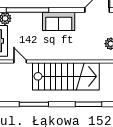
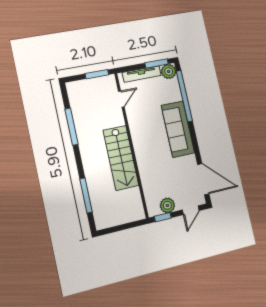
sofa: (59, 21) -> (178, 129), width x1.36
stairs: (66, 76) -> (121, 158), width x0.73, depth x0.66

